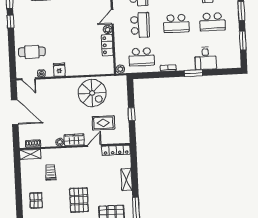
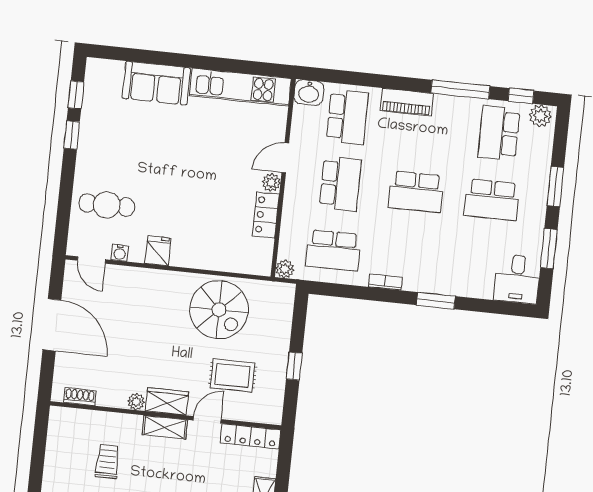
desk: (205, 58) -> (517, 279), moved
shelving: (30, 154) -> (165, 427), moved

